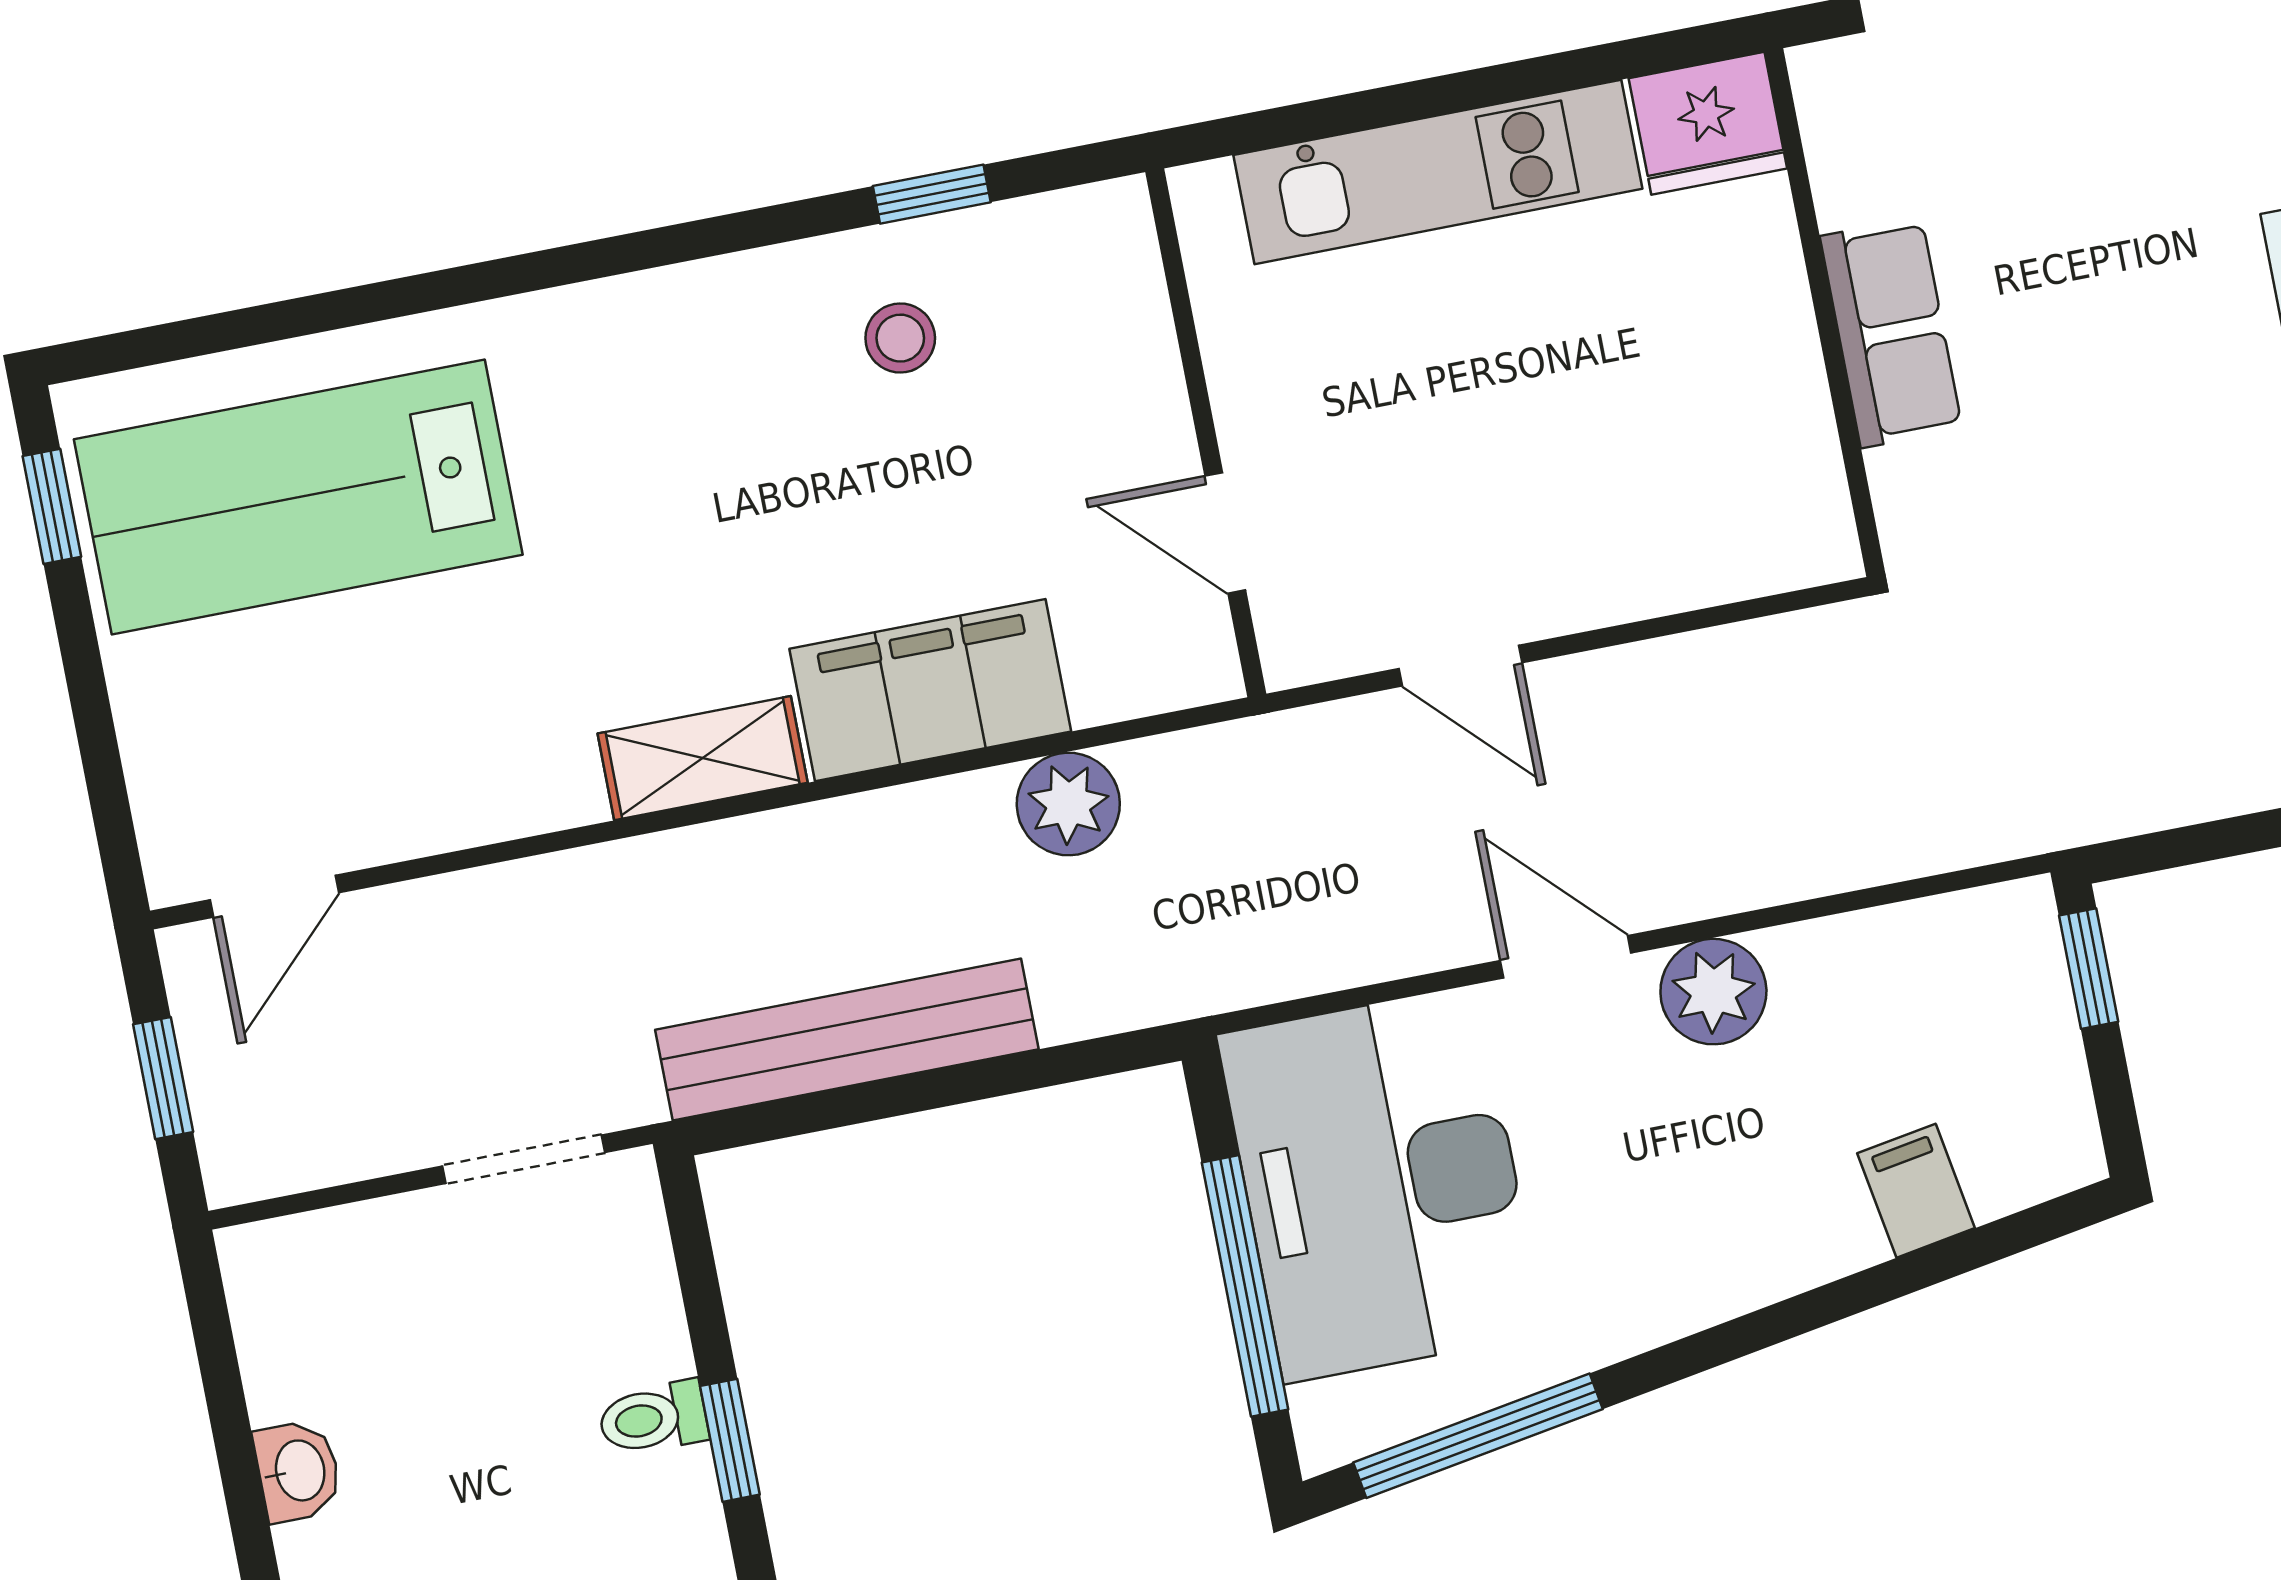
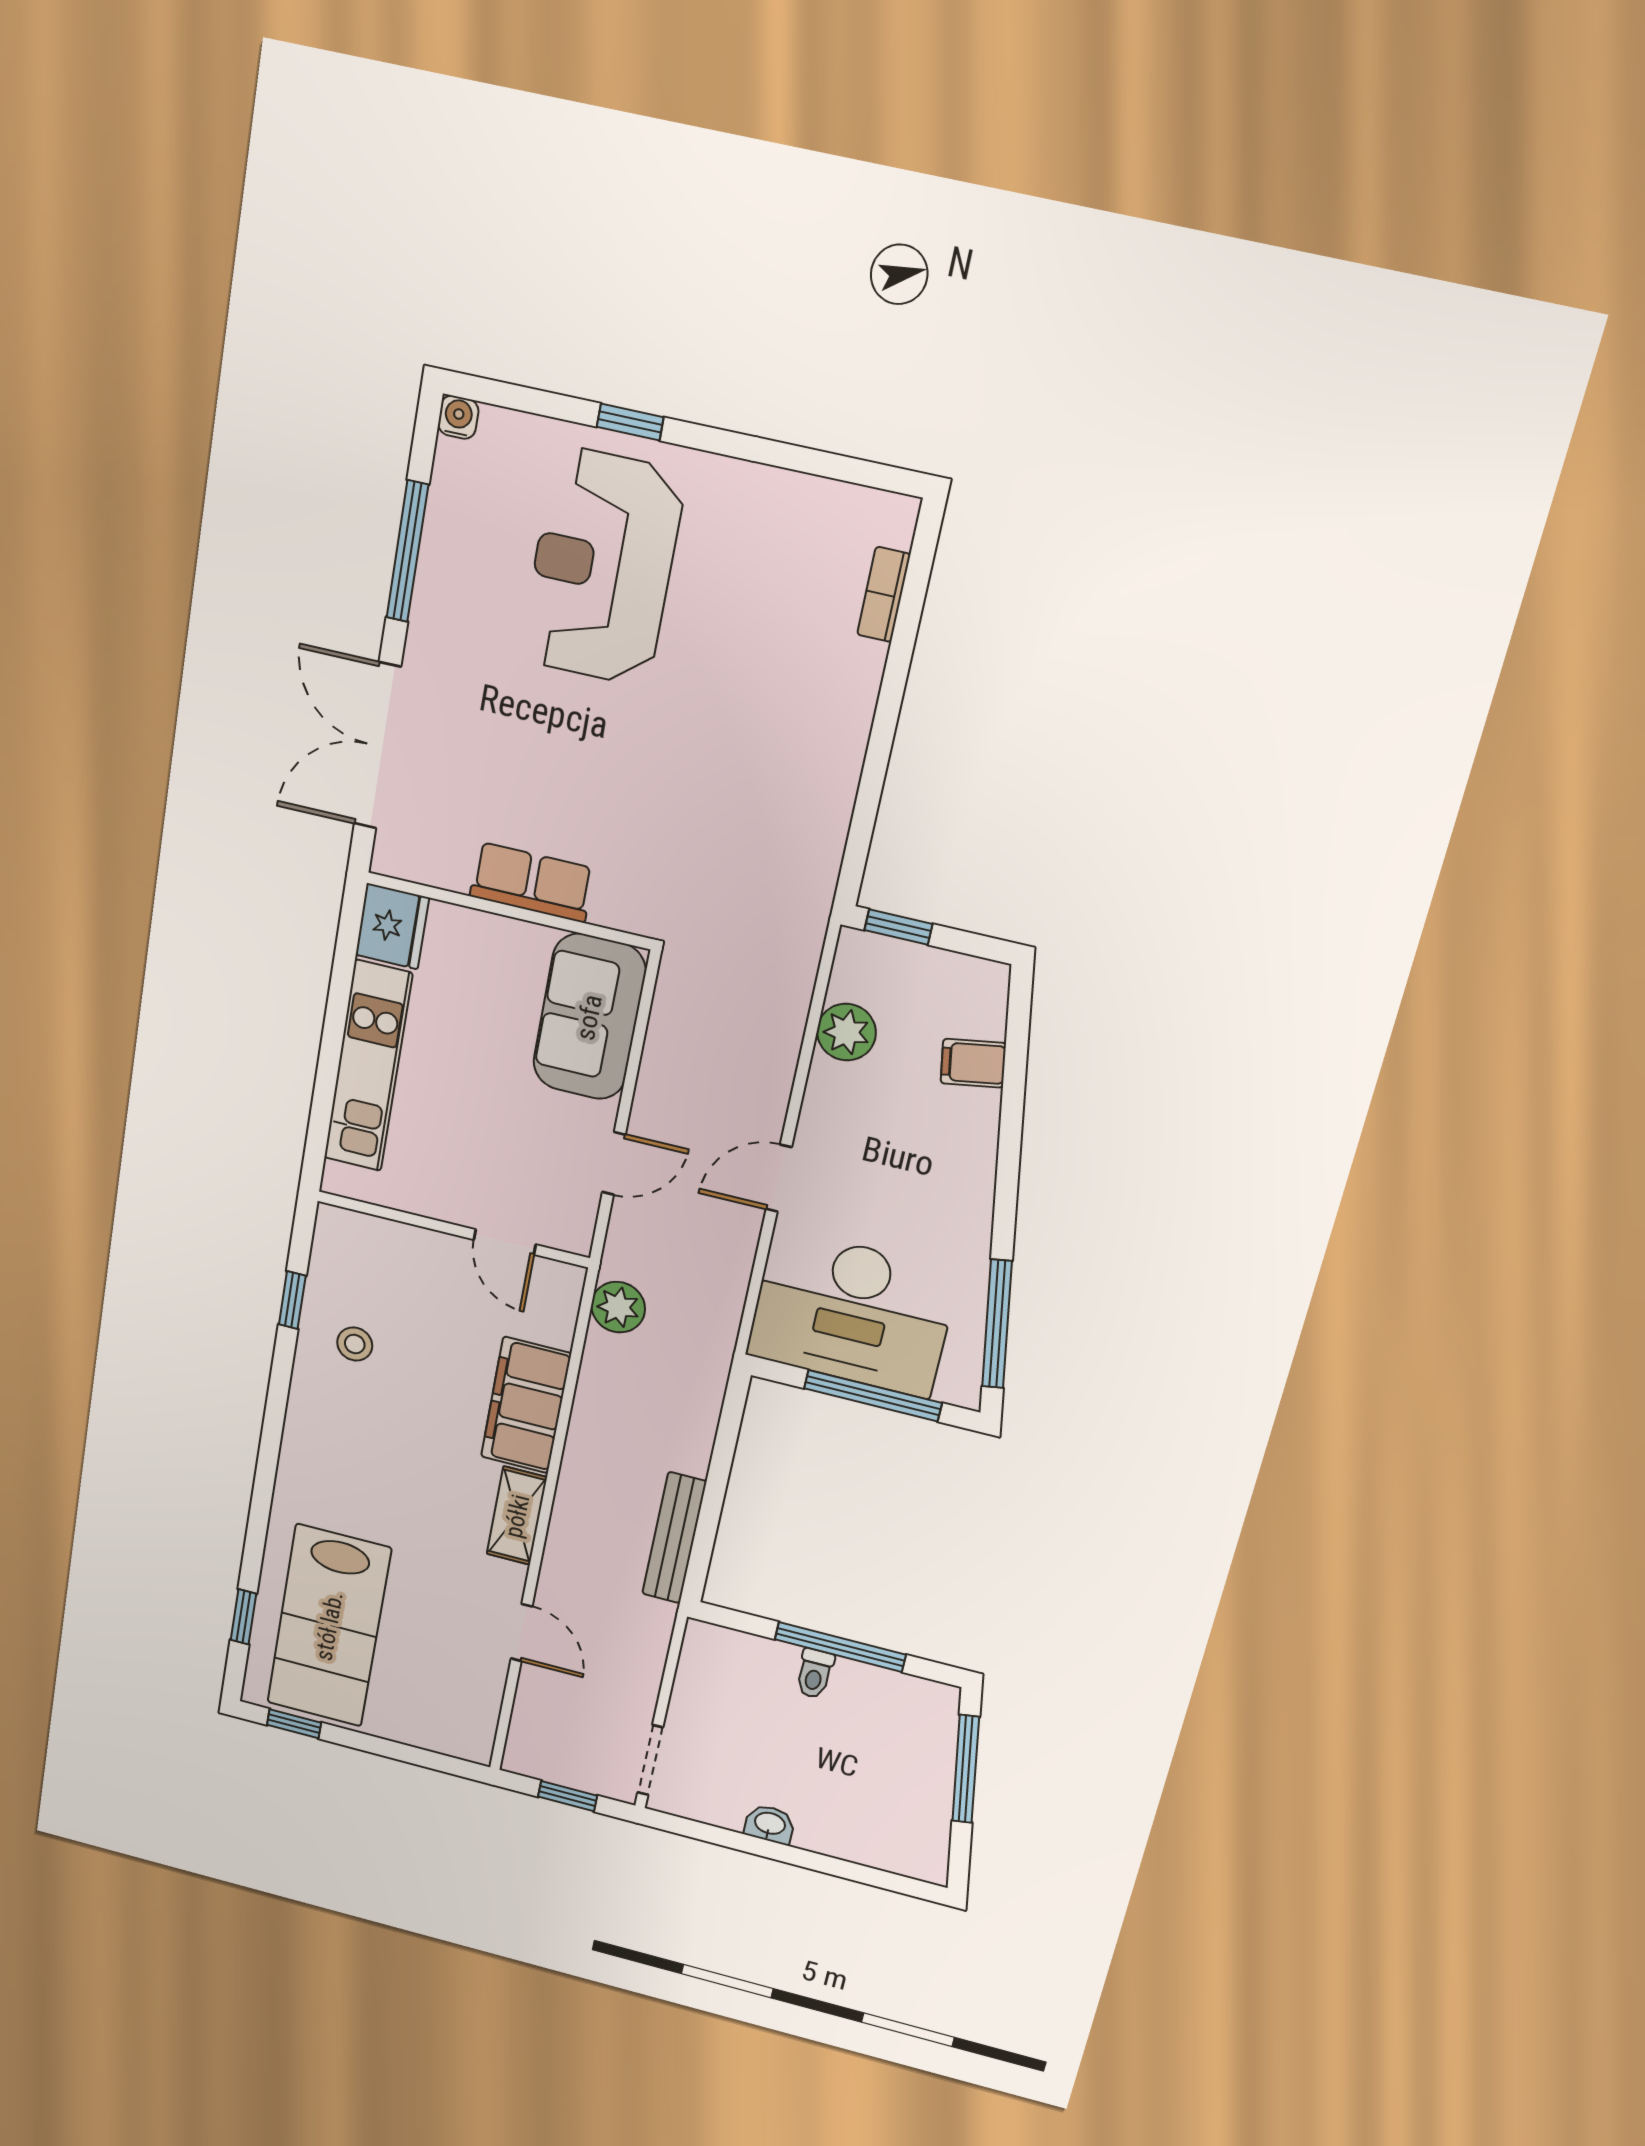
window: (235, 329) -> (244, 1617), added
sofa: (1702, 520) -> (589, 1017), added
door: (1225, 533) -> (505, 1242), hinge flipped
plant: (1068, 804) -> (618, 1307), moved
door: (274, 896) -> (522, 1633), moved
plant: (1713, 992) -> (846, 1032), moved
bench: (847, 1039) -> (674, 1538), width x0.73, depth x0.82
doorway: (524, 1159) -> (650, 1760), moved
window: (730, 1440) -> (840, 1647), width x2.17

